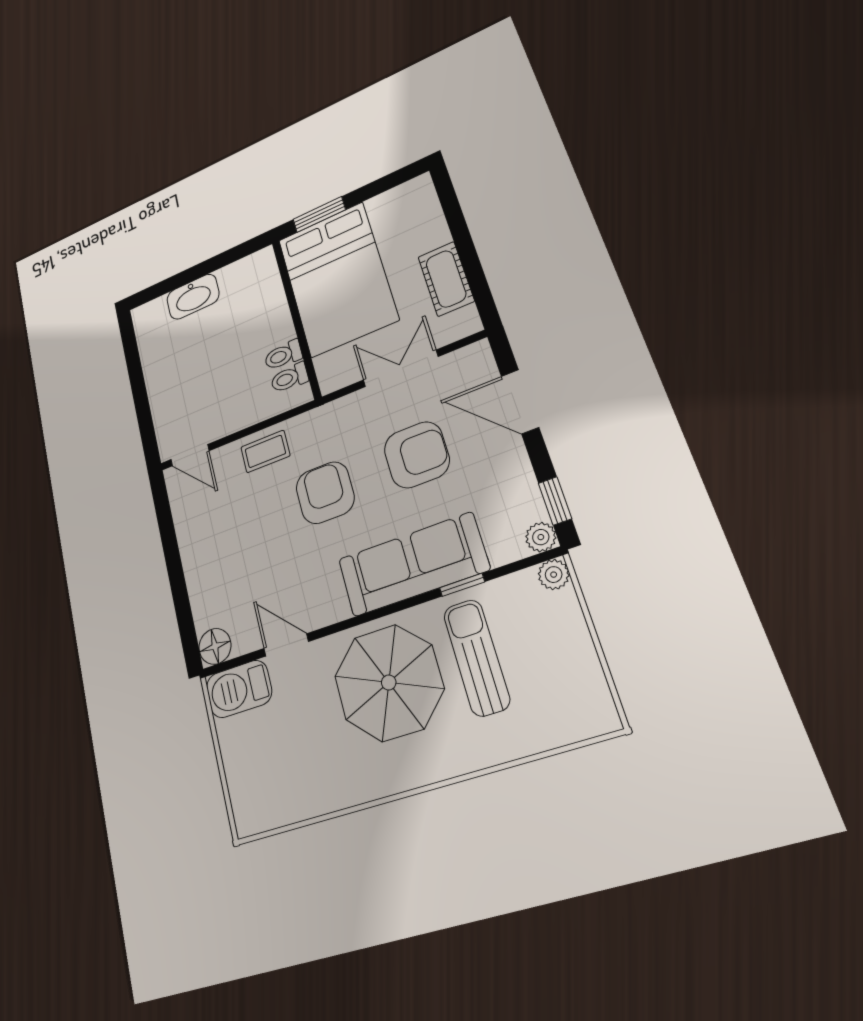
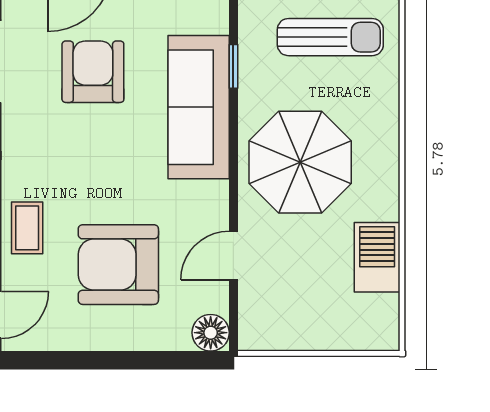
armchair: (325, 493) -> (118, 265), moved, width x1.36, depth x1.36
sun lounger: (476, 657) -> (330, 37), moved, turned 180
barbecue: (239, 689) -> (377, 257), moved, turned 180

